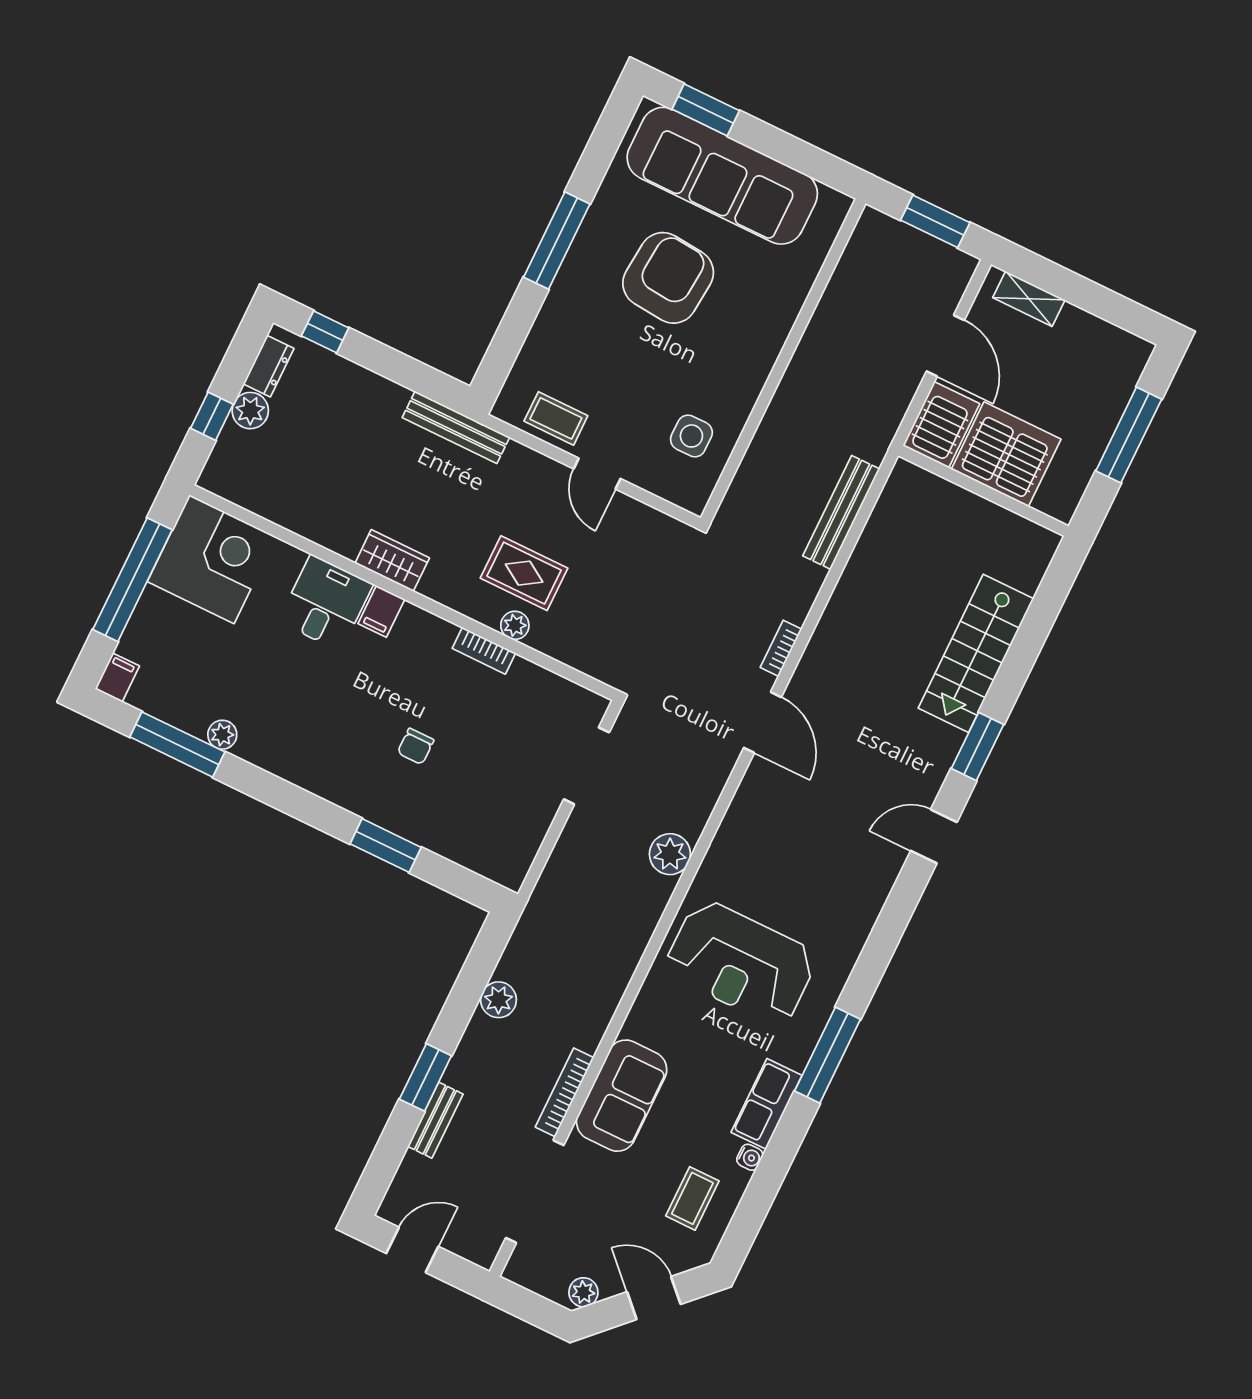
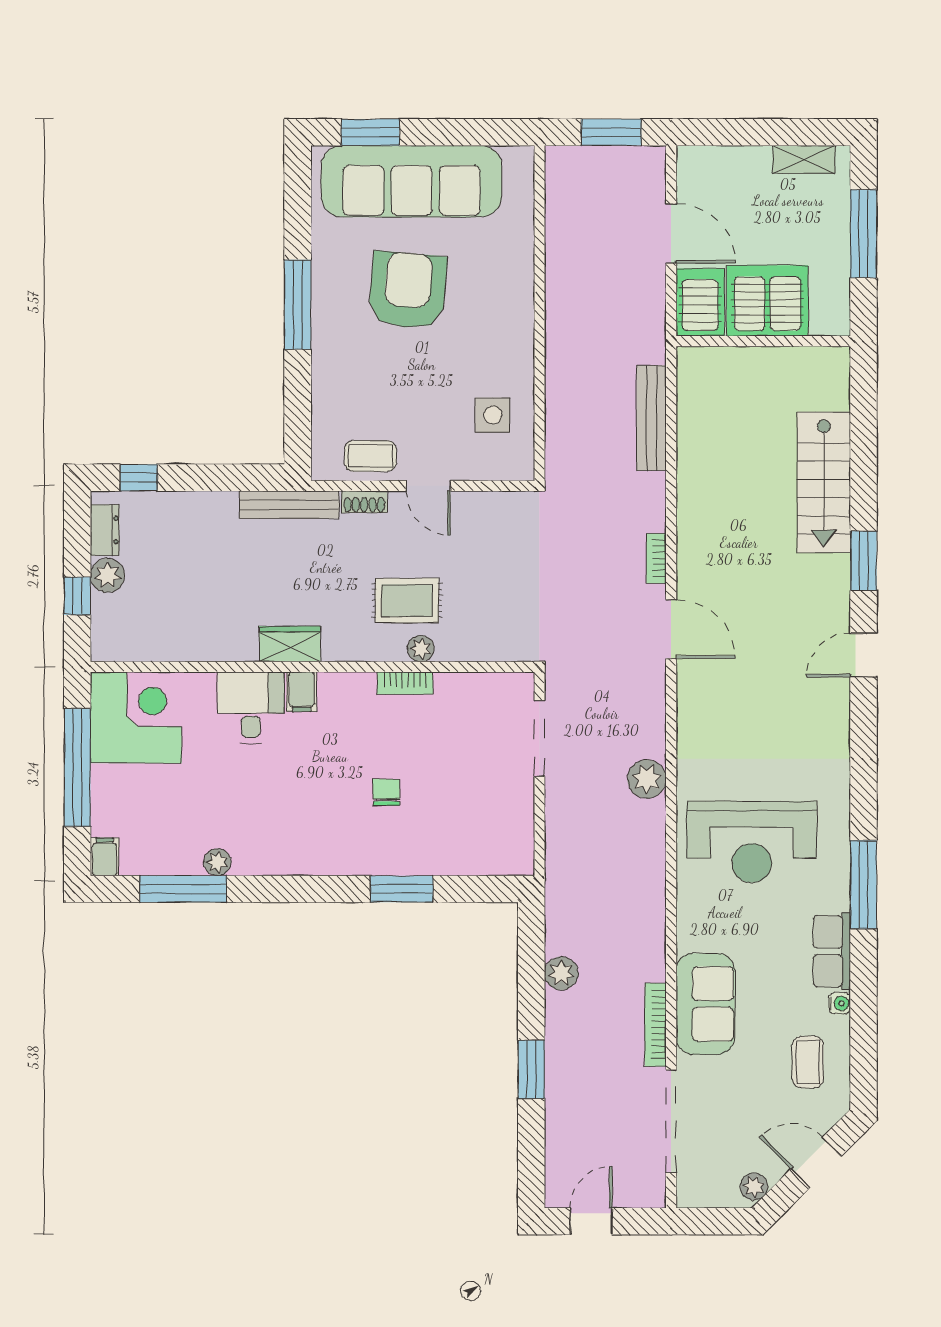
shelving: (1029, 299) -> (804, 159), moved
shoe rack: (529, 459) -> (364, 502), added
chair: (416, 746) -> (386, 792), turned 180
bench: (435, 1120) -> (557, 1102), removed

